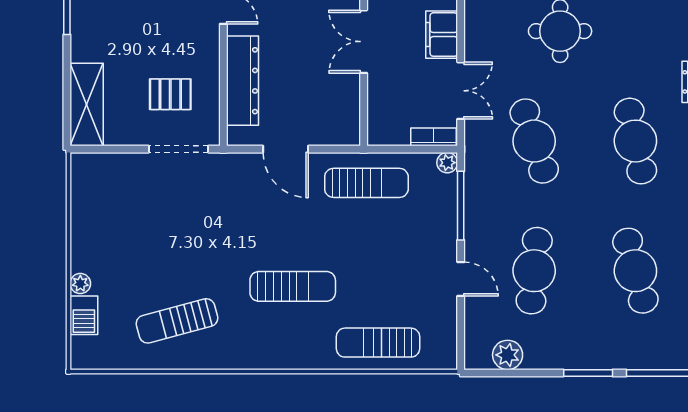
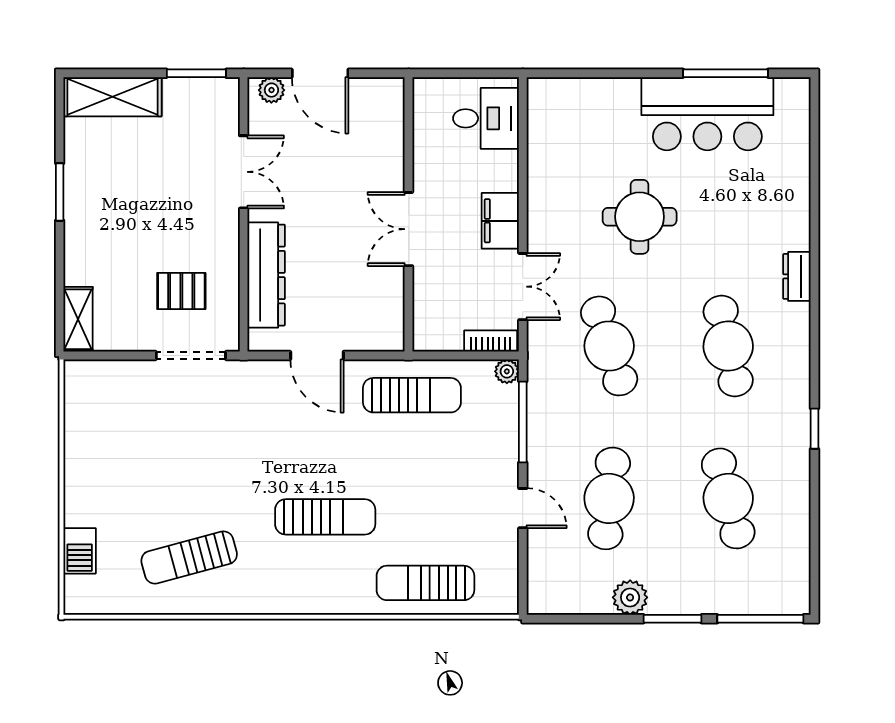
shelving: (87, 104) -> (78, 319), width x0.67, depth x0.75
plant: (80, 284) -> (75, 514), removed
plant: (508, 355) -> (630, 597), moved

